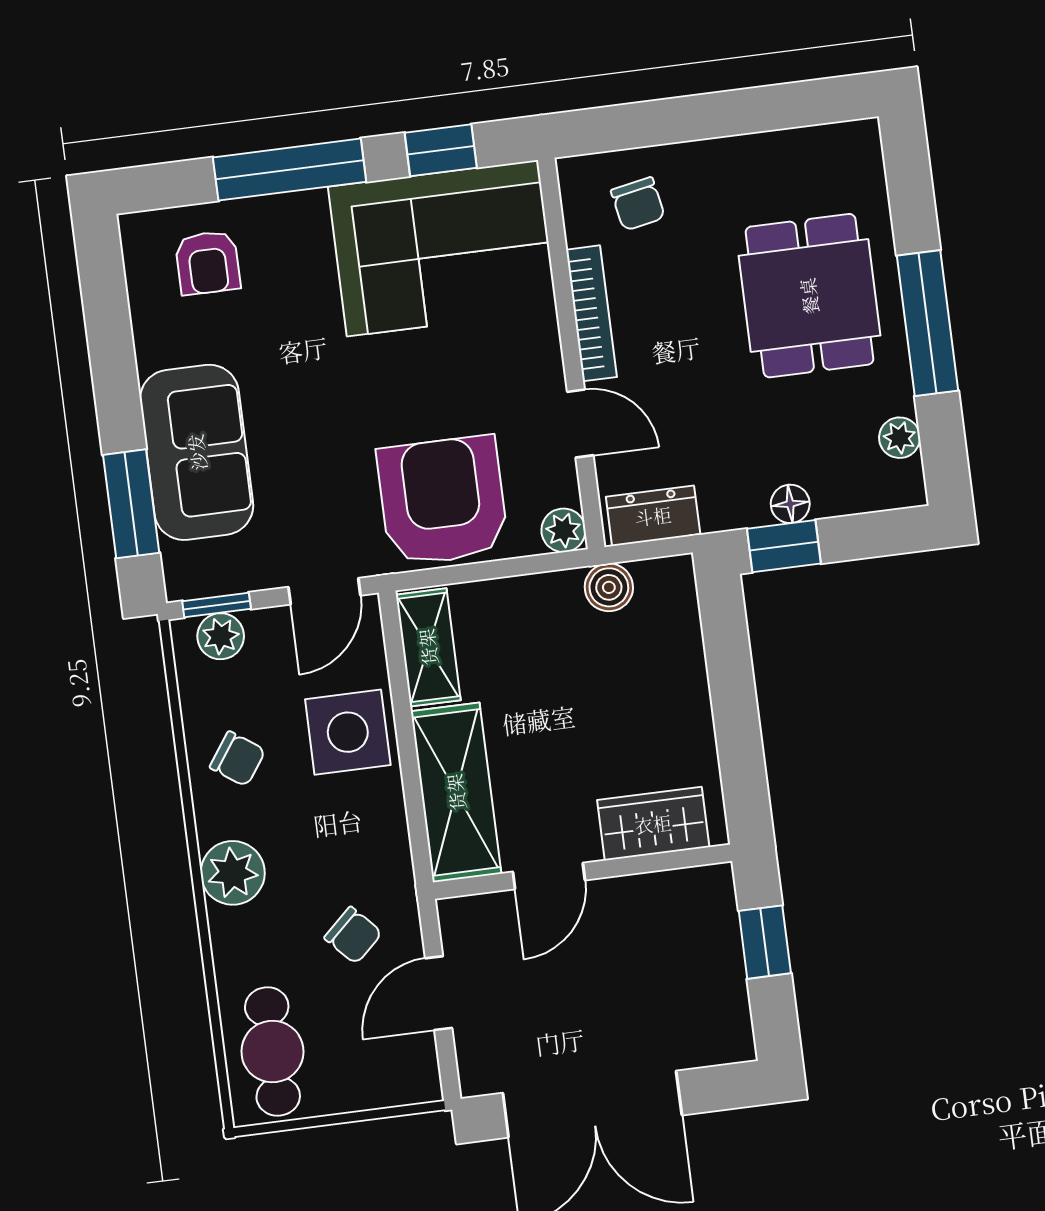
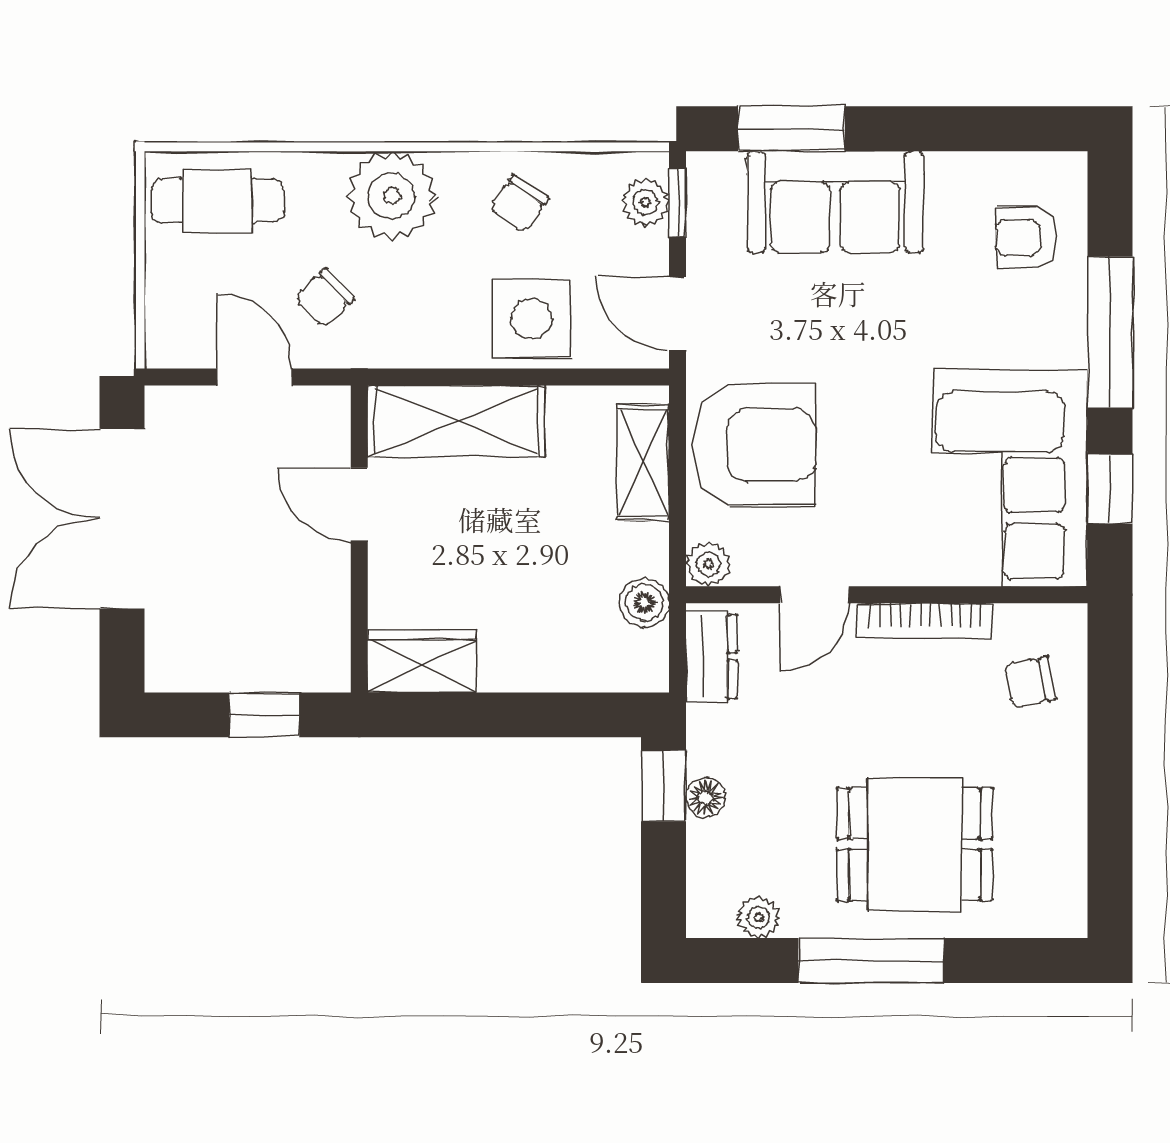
shelving: (428, 647) -> (643, 463), moved, turned 90
wardrobe: (653, 824) -> (422, 661), moved, turned -90
plant: (233, 873) -> (392, 196), width x1.36, depth x1.36

